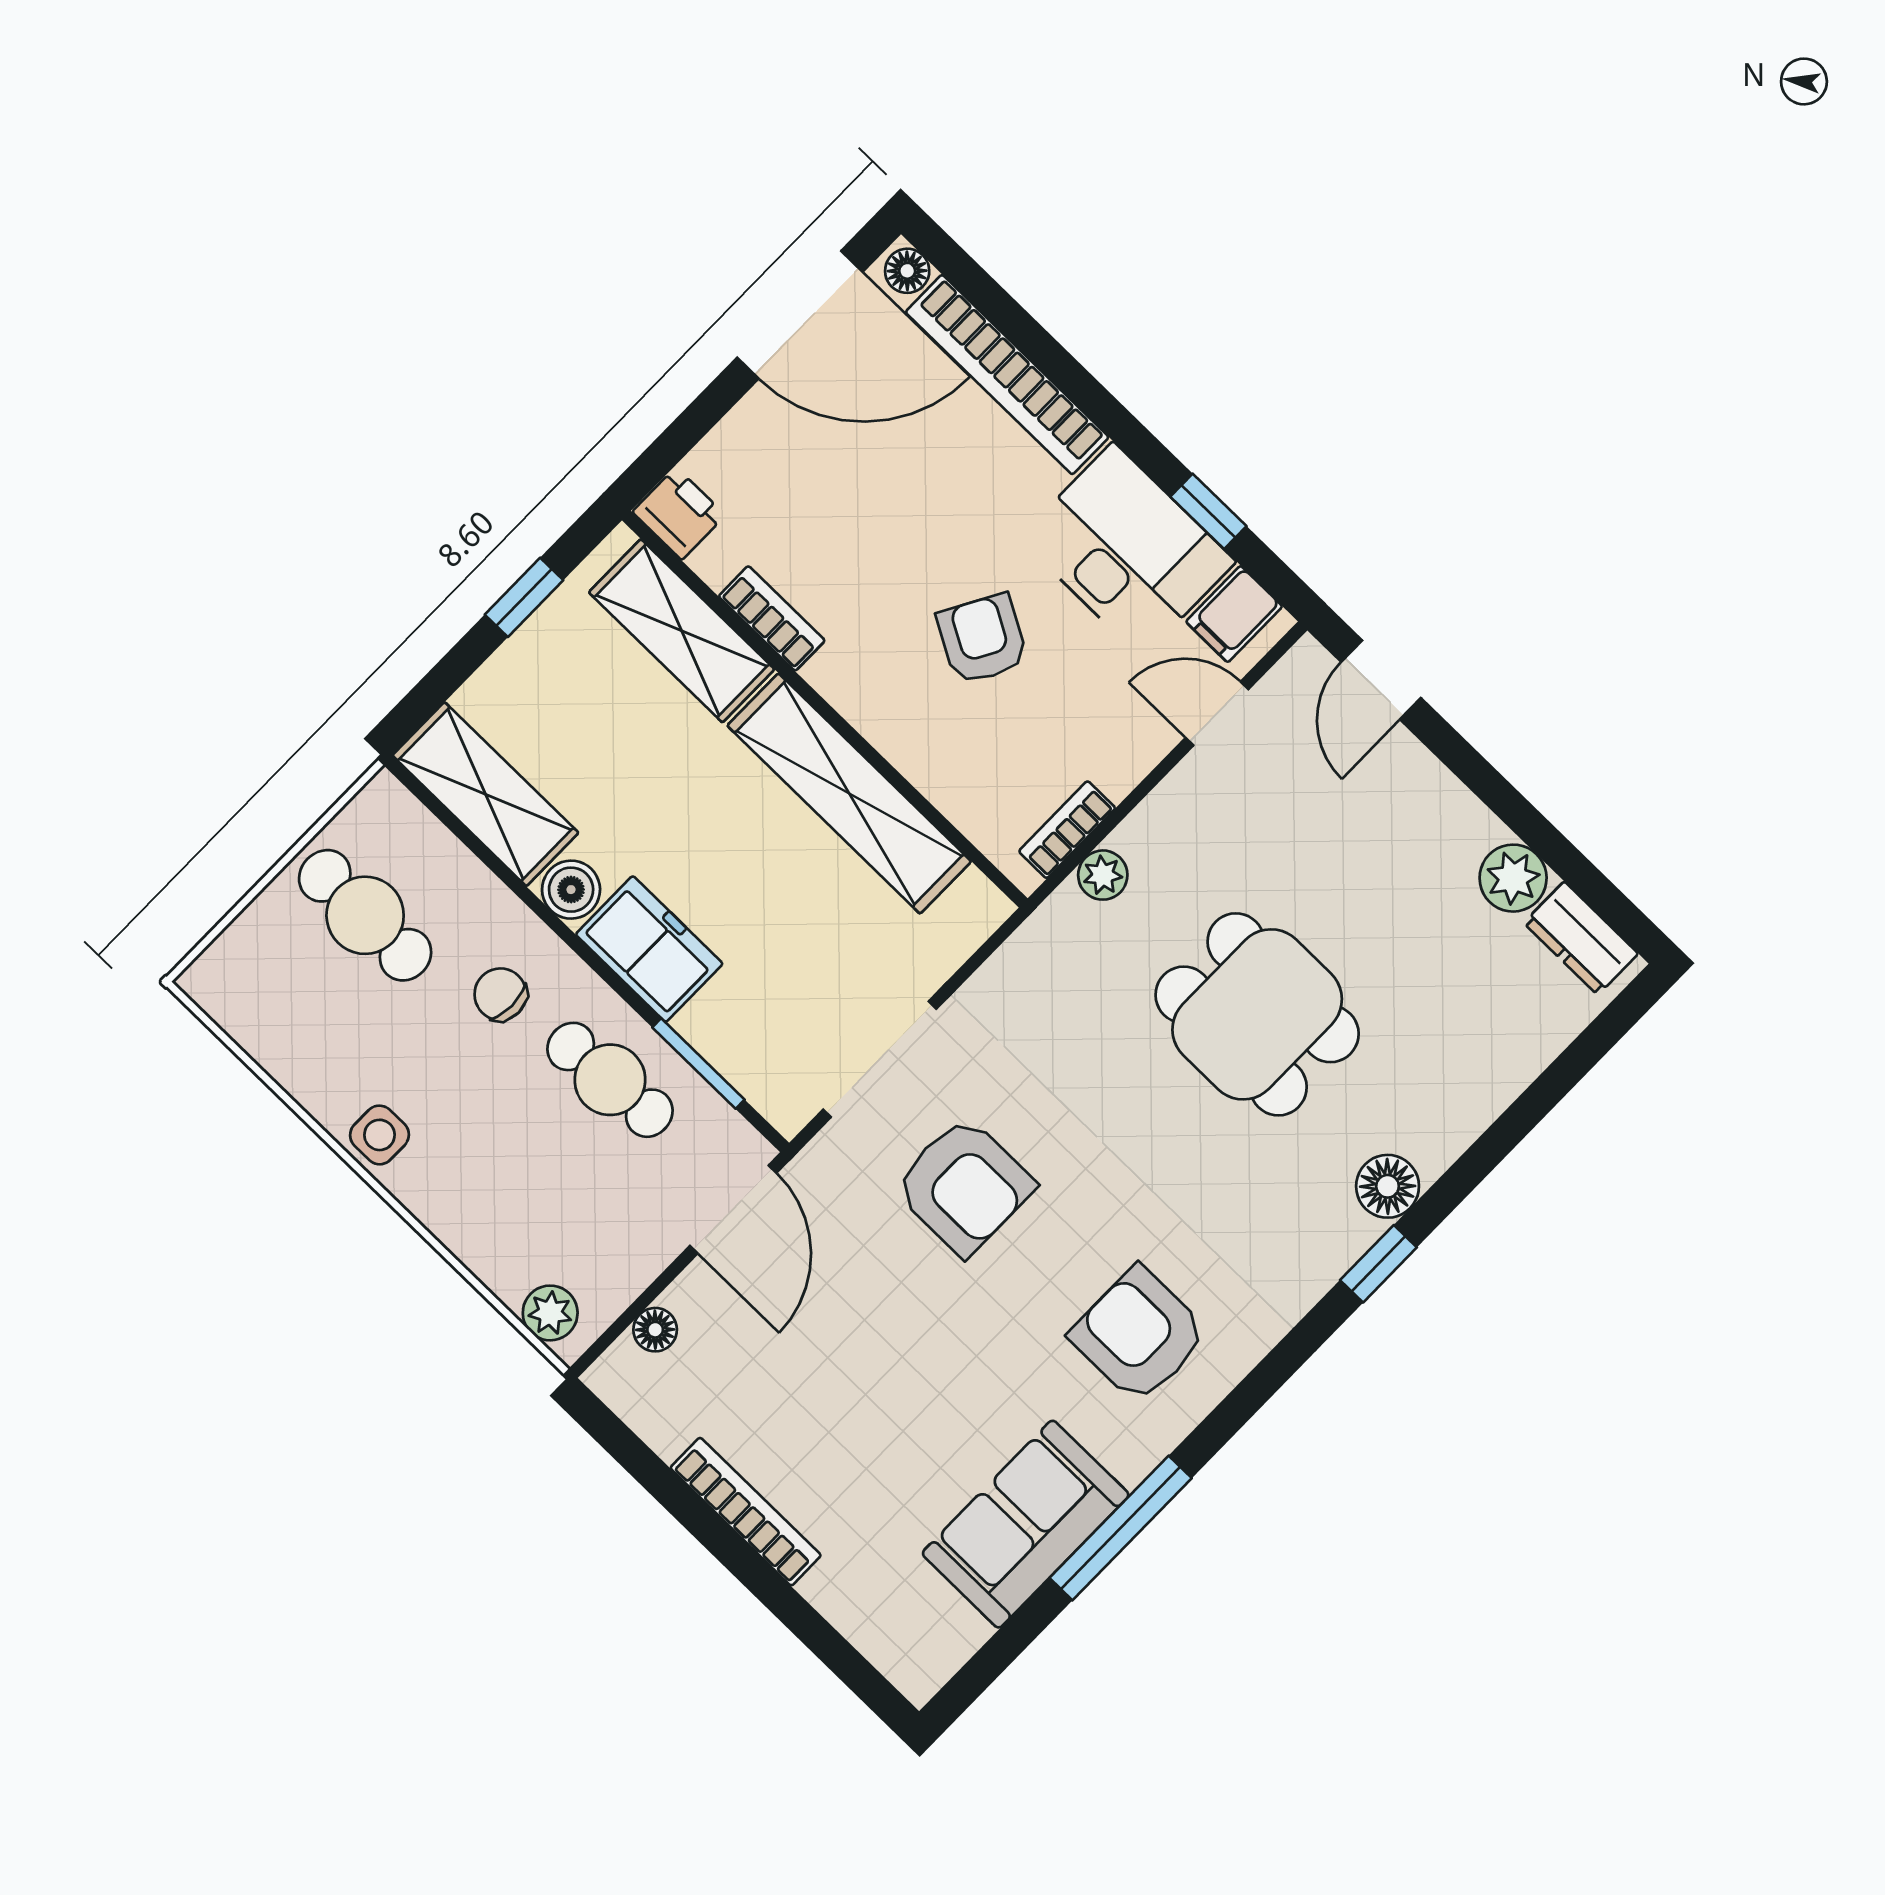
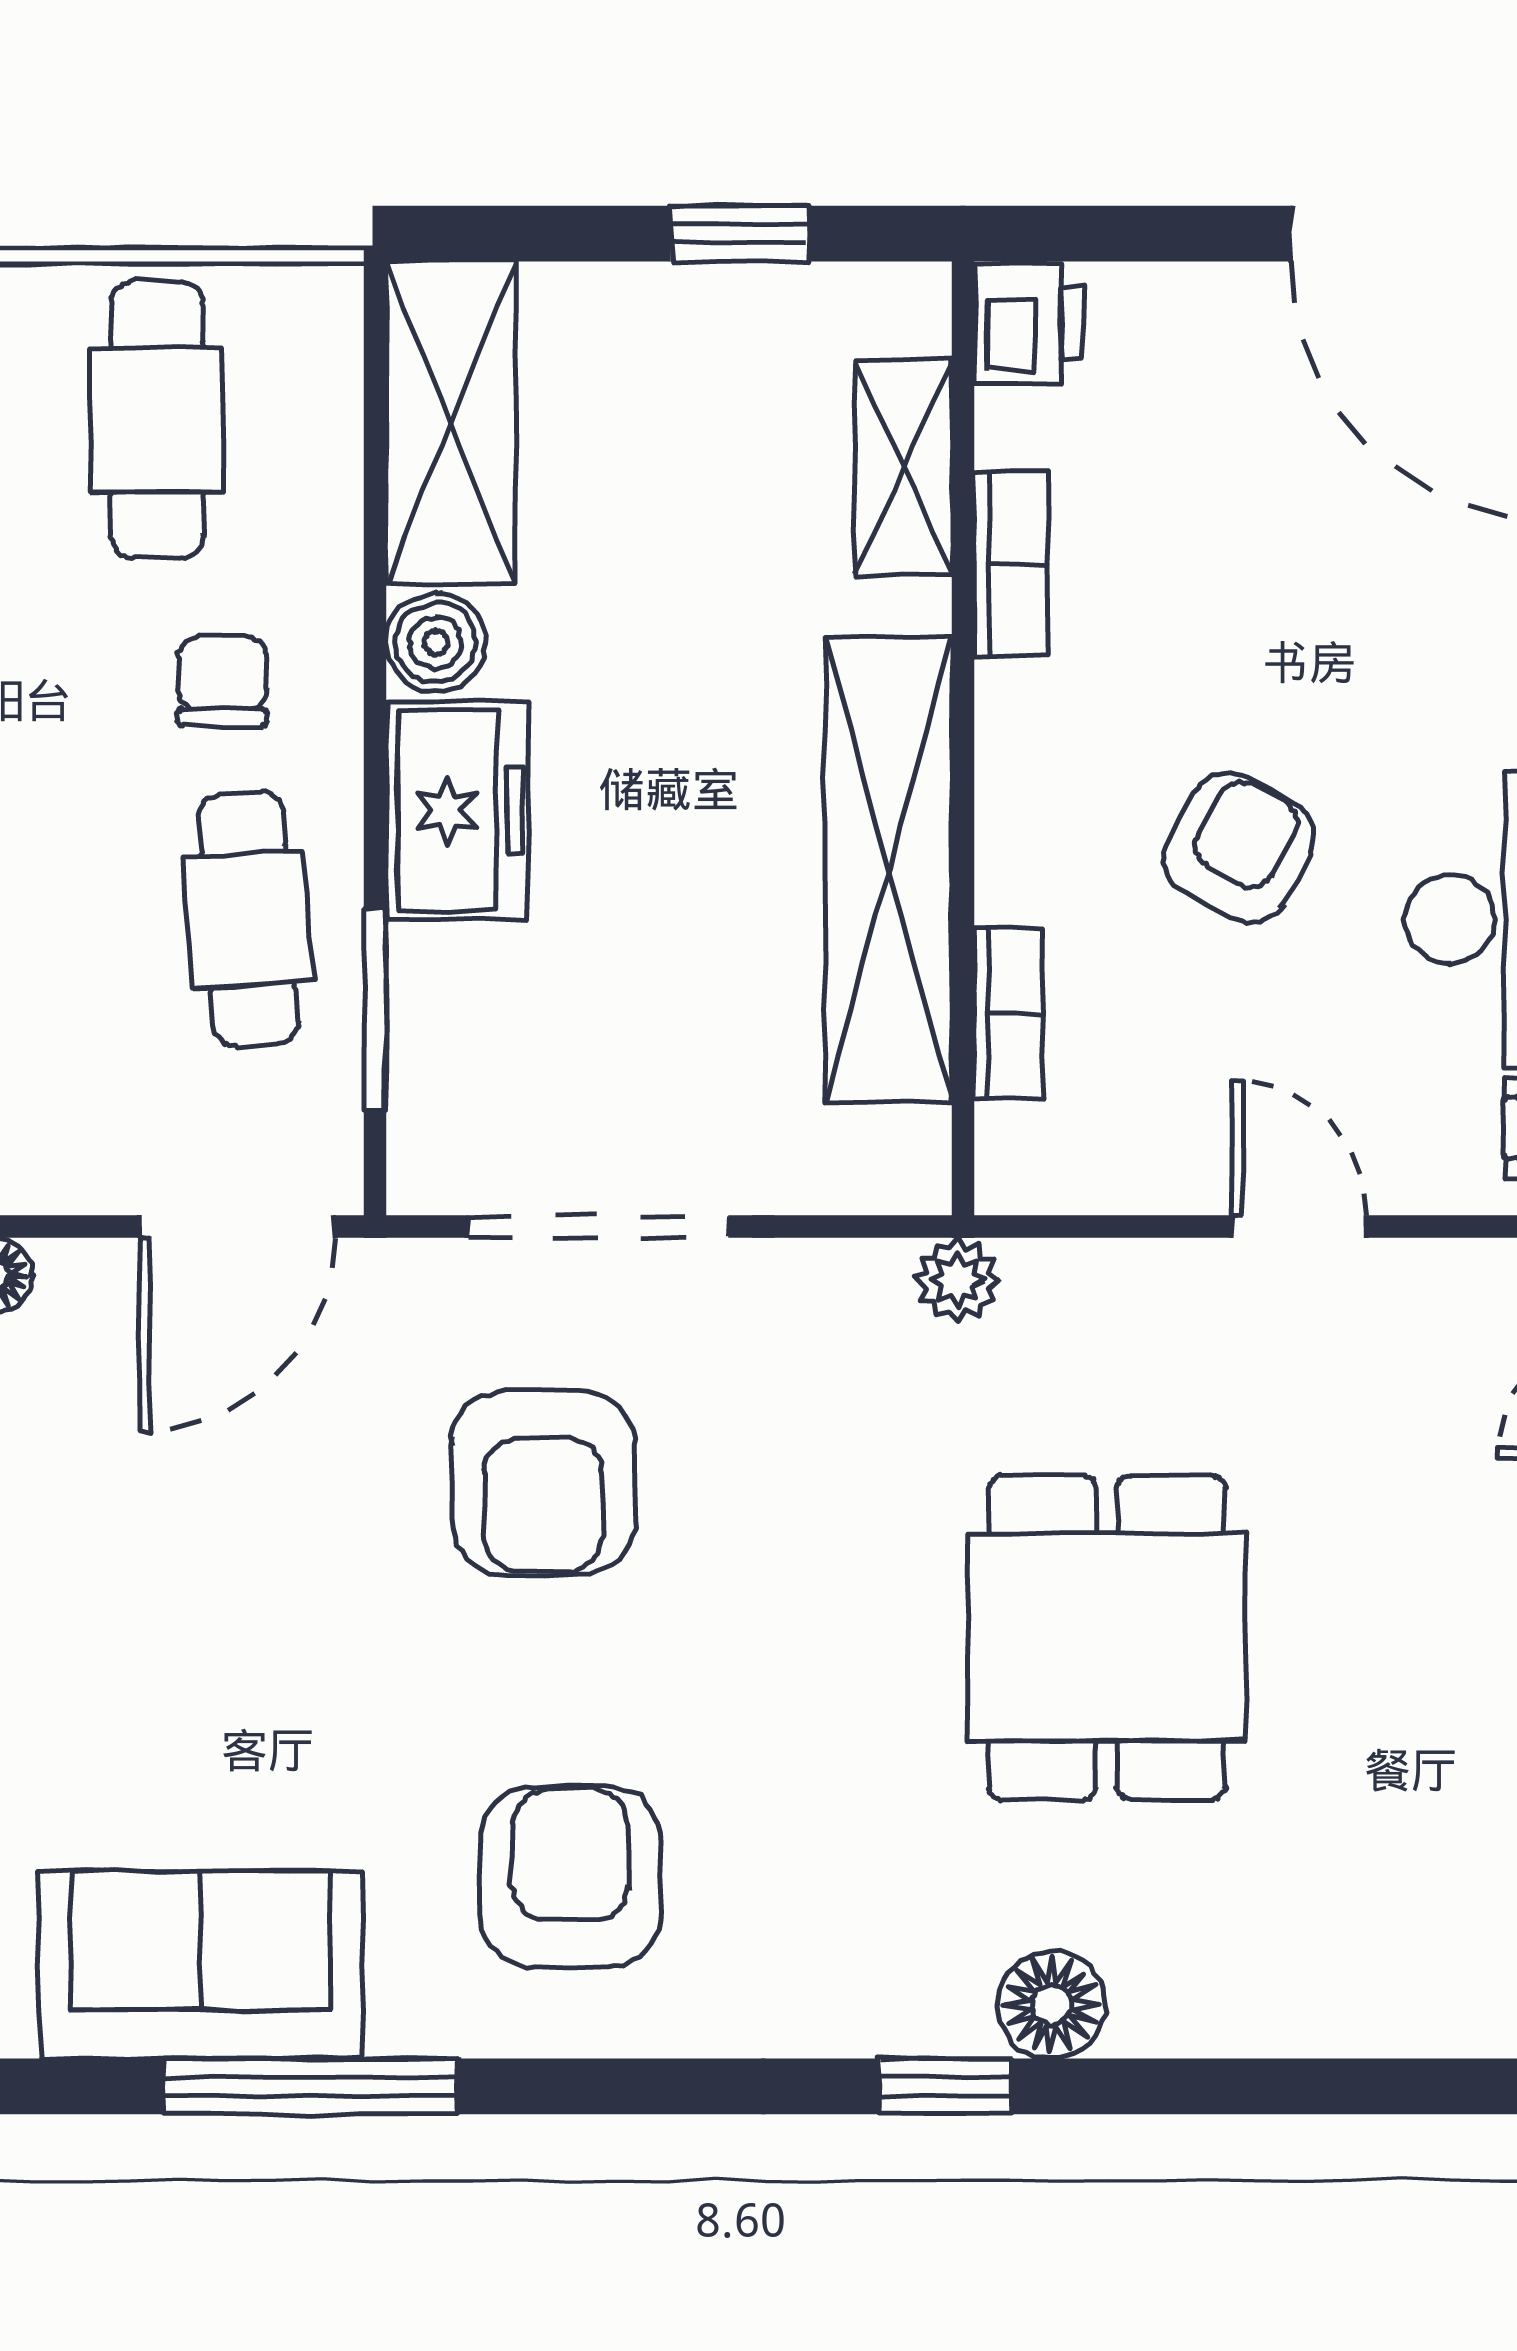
shelving: (682, 631) -> (904, 468), width x0.67, depth x0.75
door: (1217, 714) -> (1299, 1227), moved
bookcase: (1067, 830) -> (1008, 1014), moved, turned 90
plant: (1103, 875) -> (957, 1280), moved

